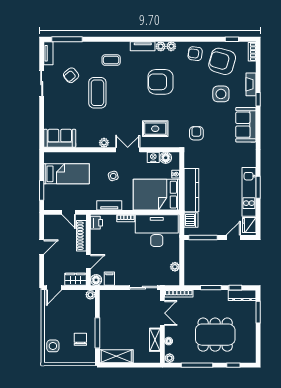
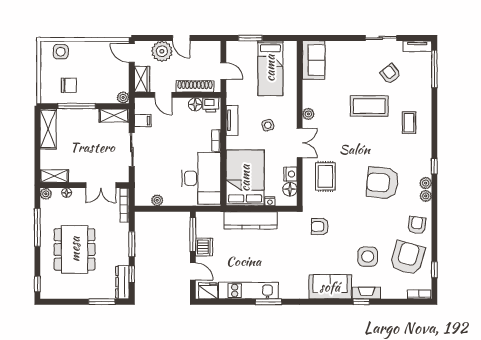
window: (147, 39) -> (434, 166), added
tv unit: (143, 46) -> (426, 161), removed
armchair: (160, 82) -> (382, 183), turned -85
fireplace: (251, 84) -> (366, 293), moved
armchair: (196, 133) -> (320, 226), turned 180
window: (258, 187) -> (269, 302), moved
door: (69, 212) -> (223, 71), swing flipped
dishwasher: (191, 220) -> (204, 247), moved, turned -90
plant: (53, 263) -> (162, 51), added
floor lamp: (96, 280) -> (195, 104), moved
sliding door: (144, 288) -> (132, 149), moved
shelving: (105, 302) -> (114, 115), added
shelving: (155, 340) -> (54, 176), moved
window: (233, 365) -> (37, 284), moved

